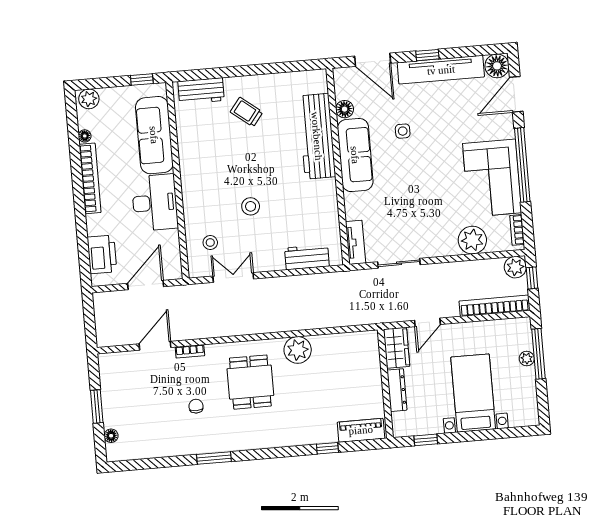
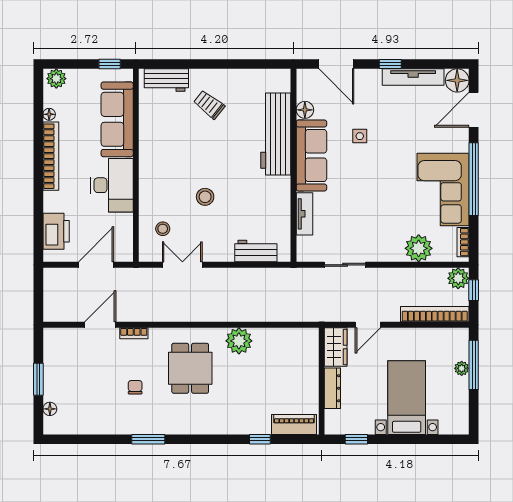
tv unit: (441, 70) -> (413, 77), width x0.73, depth x0.78
tv unit: (356, 242) -> (304, 214), moved

